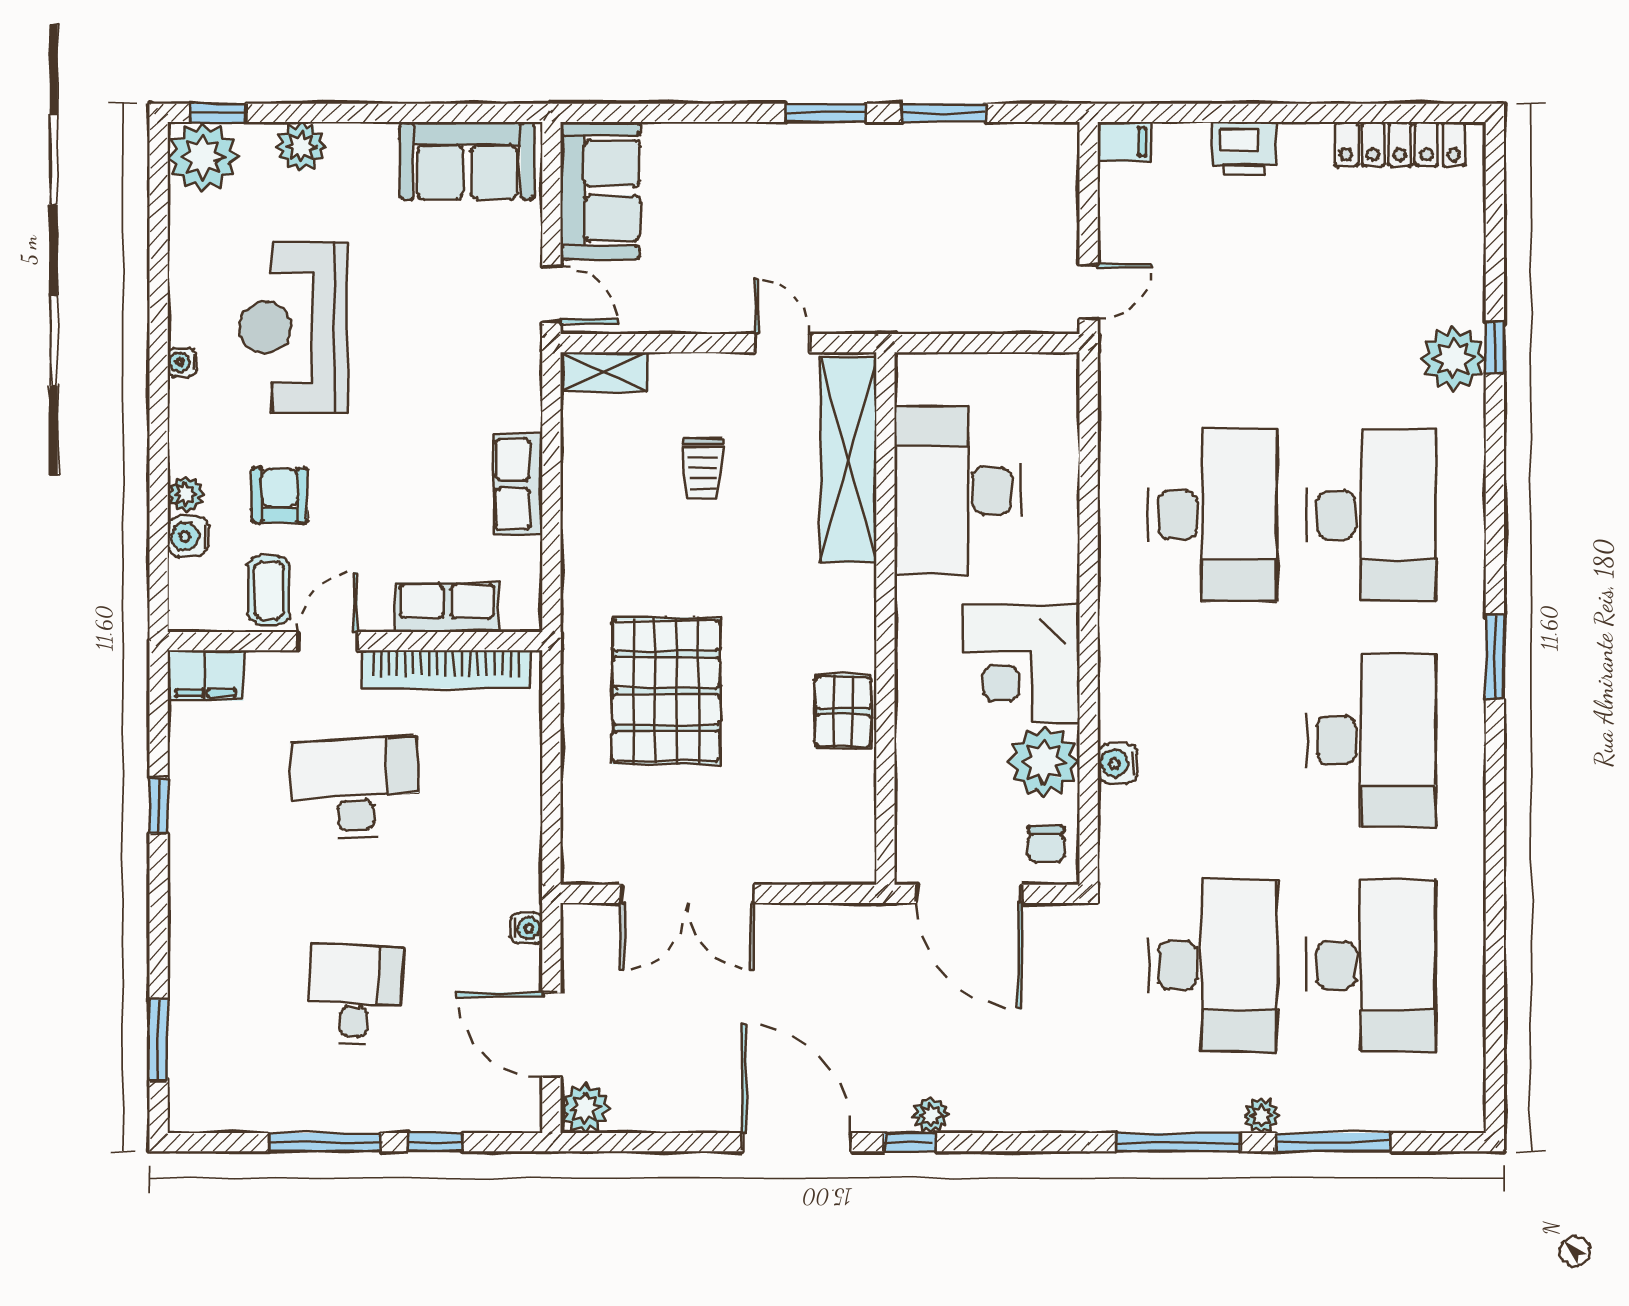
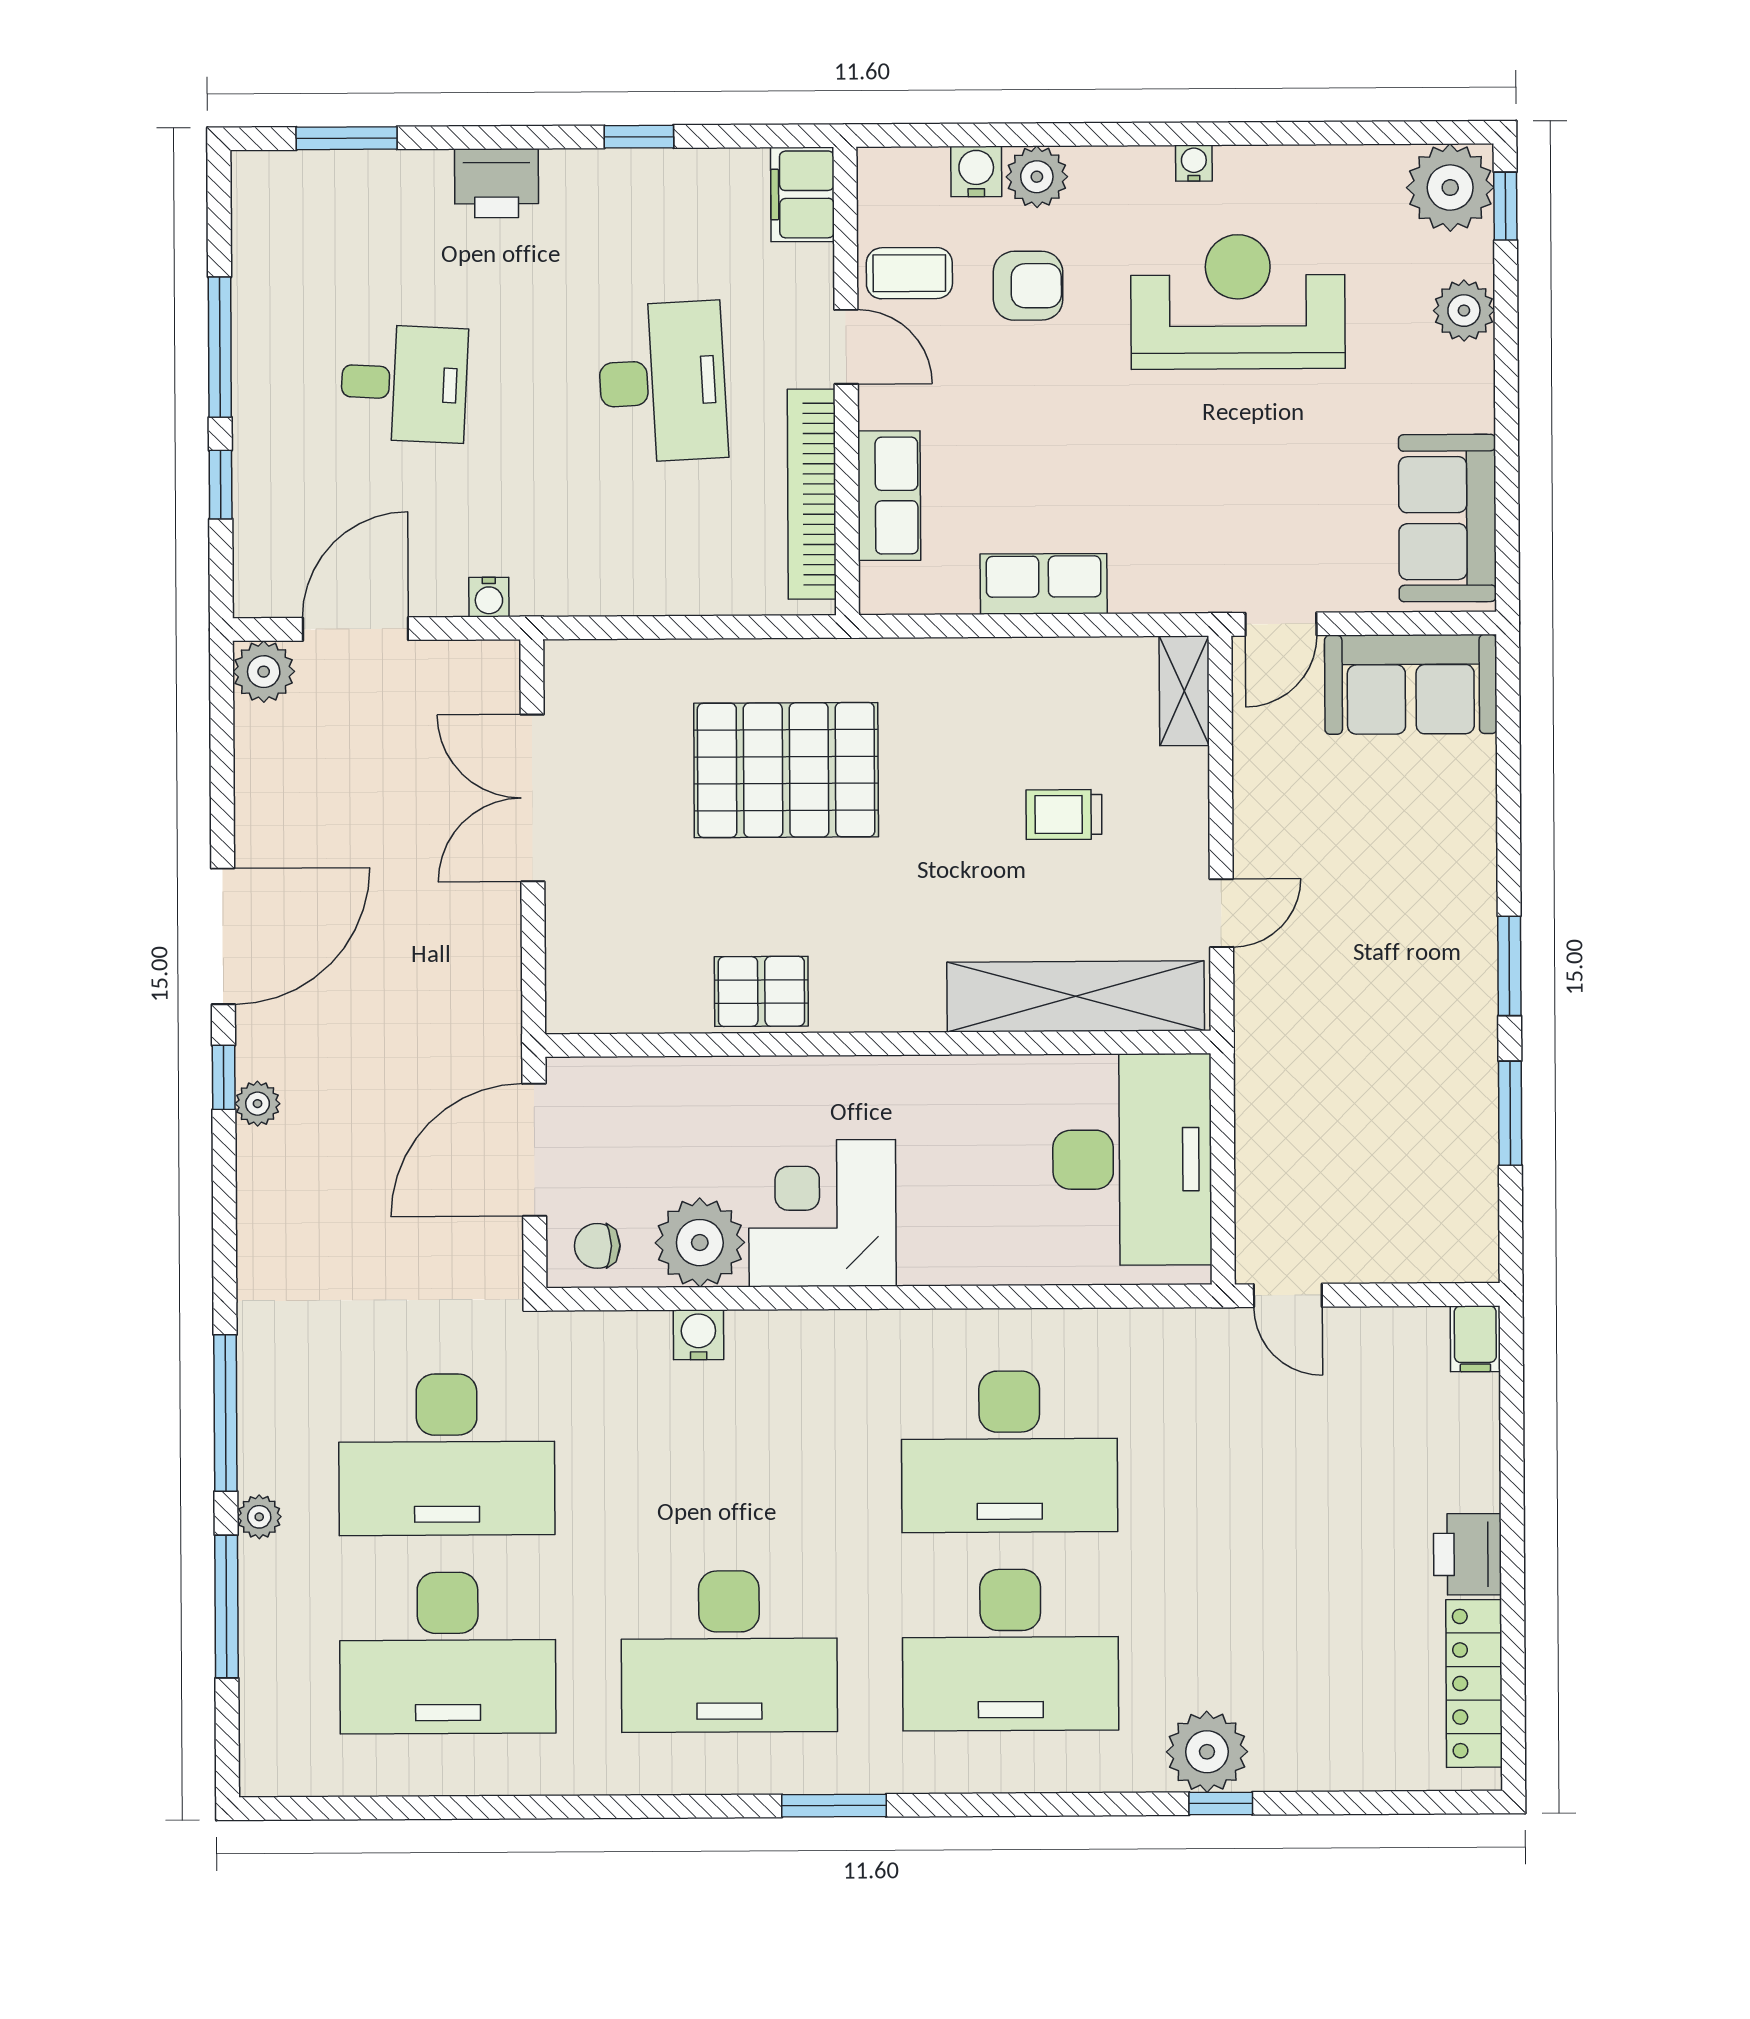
printer: (1244, 149) -> (1467, 1554), moved
desk: (958, 491) -> (1132, 1159), moved, turned 90
plant: (186, 494) -> (1037, 177), width x1.38, depth x1.38
printer: (195, 920) -> (496, 183), added

